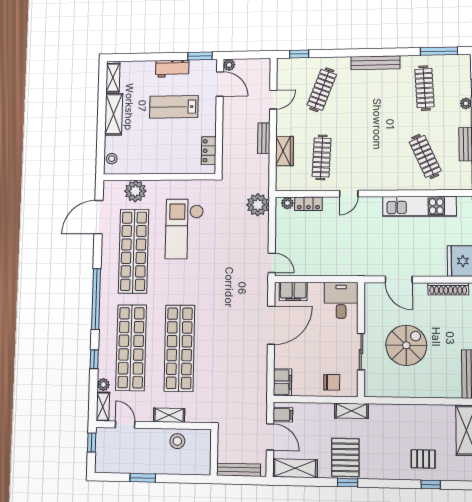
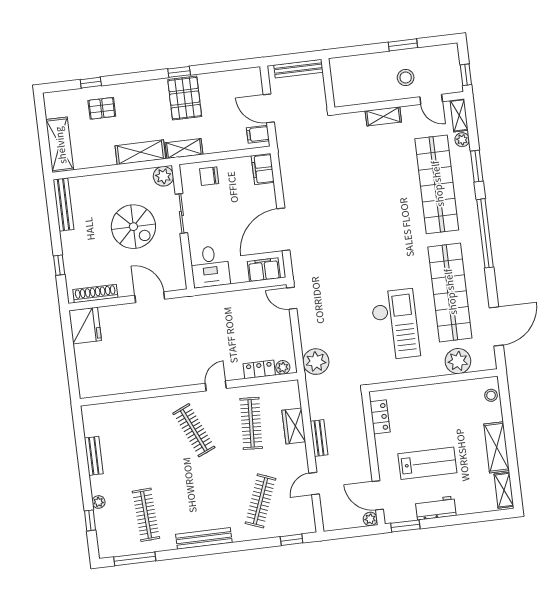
clothes rail: (425, 156) -> (194, 430), moved
kitchen unit: (419, 206) -> (137, 381), removed
spiral stairs: (406, 345) -> (133, 227), turned -90
shop shelf: (179, 348) -> (382, 191), removed
window: (94, 359) -> (477, 166), width x1.50
plant: (373, 388) -> (163, 176), added
stool: (177, 441) -> (406, 78), moved
shelving: (295, 468) -> (140, 152), moved

